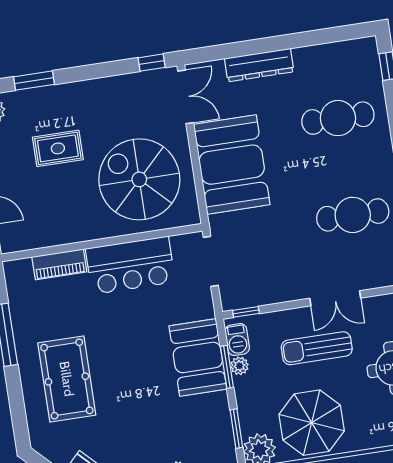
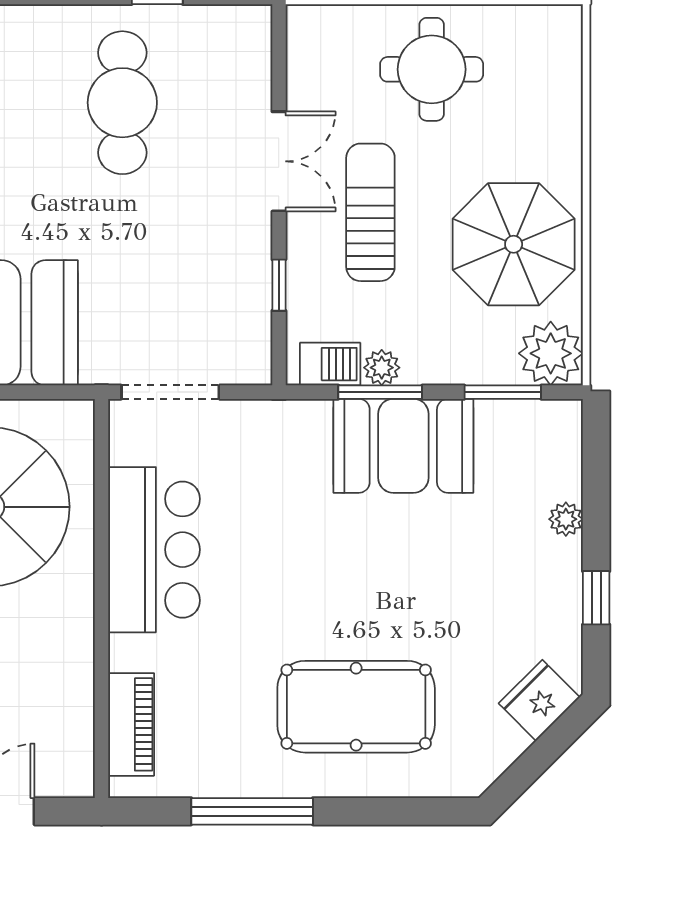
piano: (59, 264) -> (131, 724), moved
window: (246, 312) -> (279, 285), moved
sun lounger: (317, 348) -> (370, 212), turned 180
booth: (198, 357) -> (403, 446), moved

